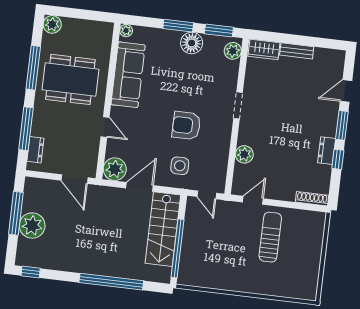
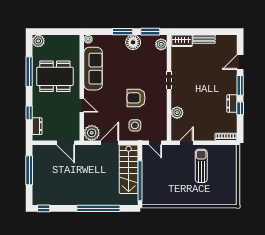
window: (26, 129) -> (29, 113), width x0.46
plant: (32, 226) -> (41, 177), removed

